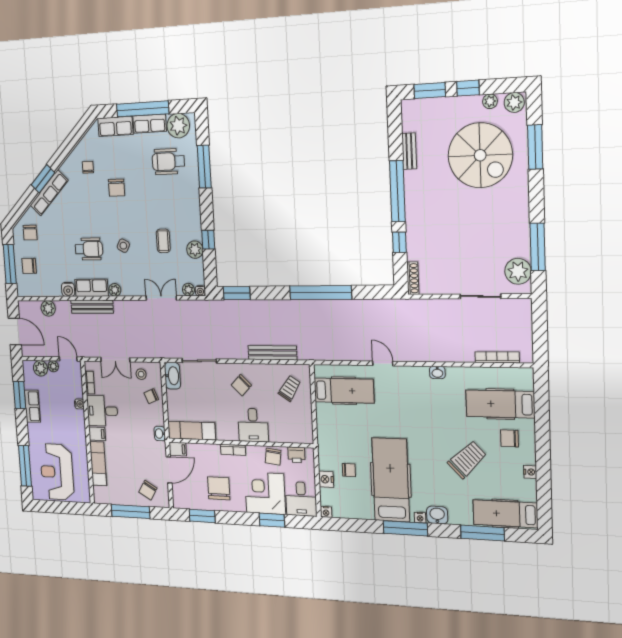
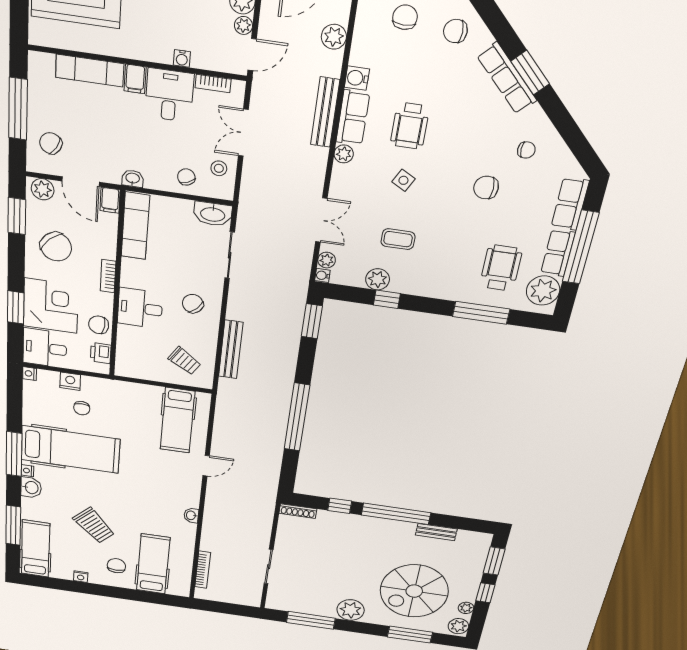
plant: (518, 271) -> (351, 610), moved
chair: (219, 488) -> (56, 247), turned 47
plant: (180, 497) -> (43, 189), added

